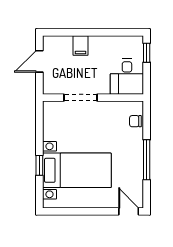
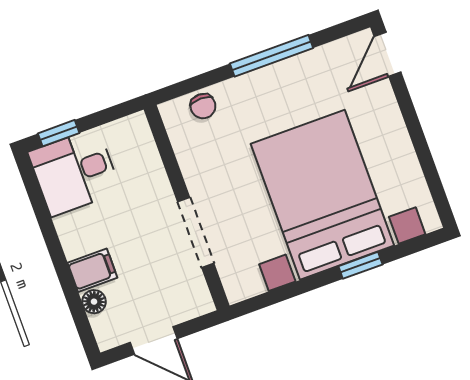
floor lamp: (66, 41) -> (94, 302), added
desk: (127, 76) -> (75, 172), moved, turned 180
bed with nightstands: (77, 170) -> (322, 195), width x1.36

